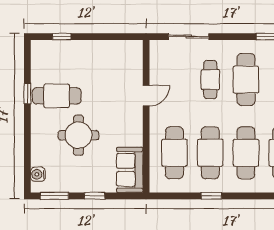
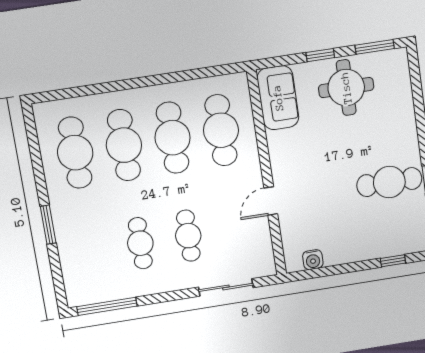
cafe table: (246, 80) -> (140, 243), width x0.73, depth x0.74
round table: (78, 135) -> (346, 88), moved
water cooler: (38, 174) -> (313, 260), moved, turned 90
window: (211, 196) -> (161, 79), removed

